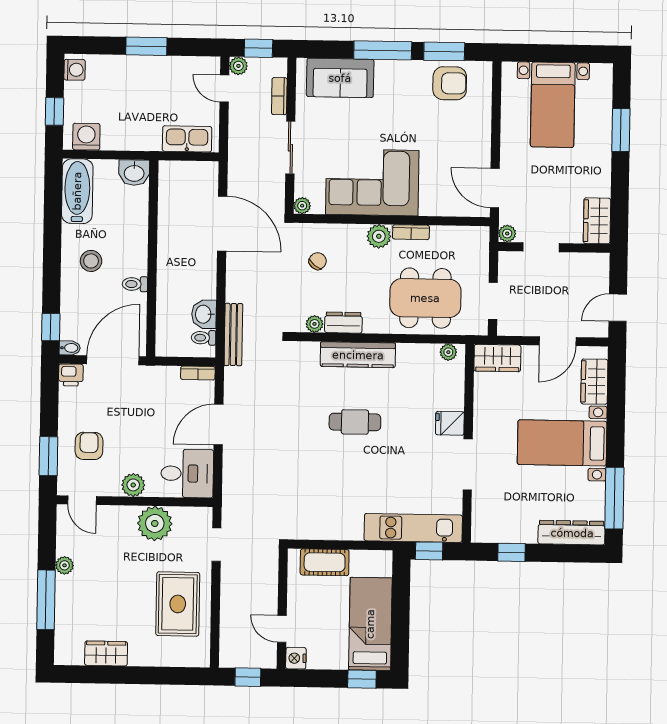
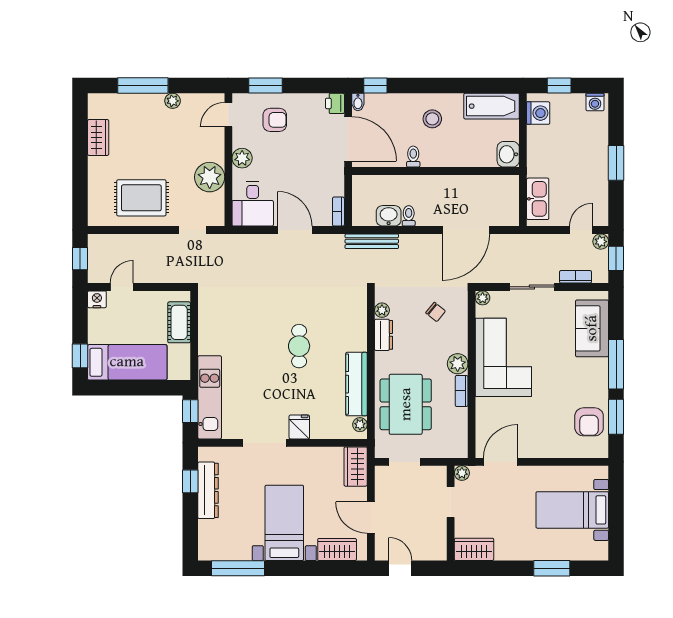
toilet: (204, 338) -> (409, 216), moved
kitchen counter: (358, 355) -> (356, 384), moved
dresser: (572, 533) -> (208, 490), moved

